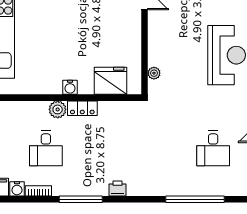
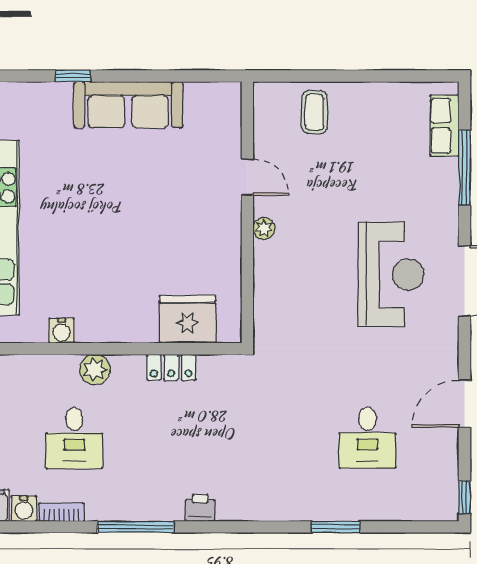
plant: (154, 73) -> (264, 228), moved
water cooler: (70, 87) -> (61, 331), moved
locker: (82, 108) -> (171, 367), moved
window: (195, 199) -> (336, 527), width x0.47

